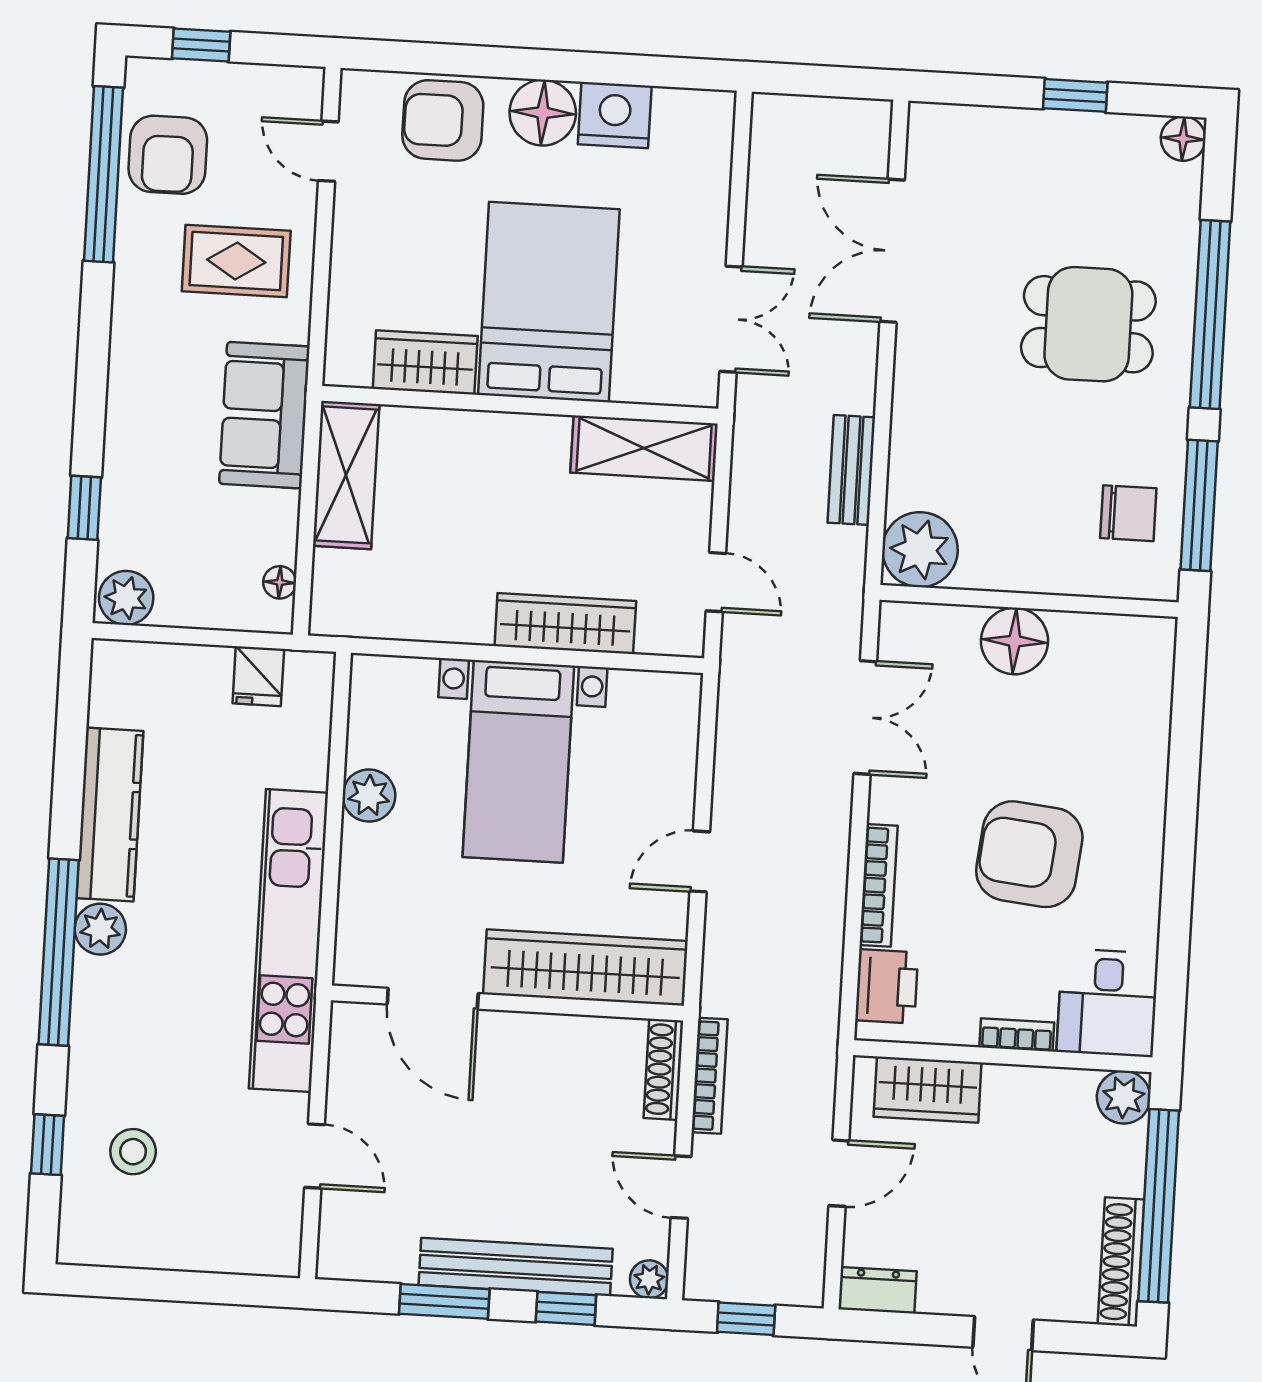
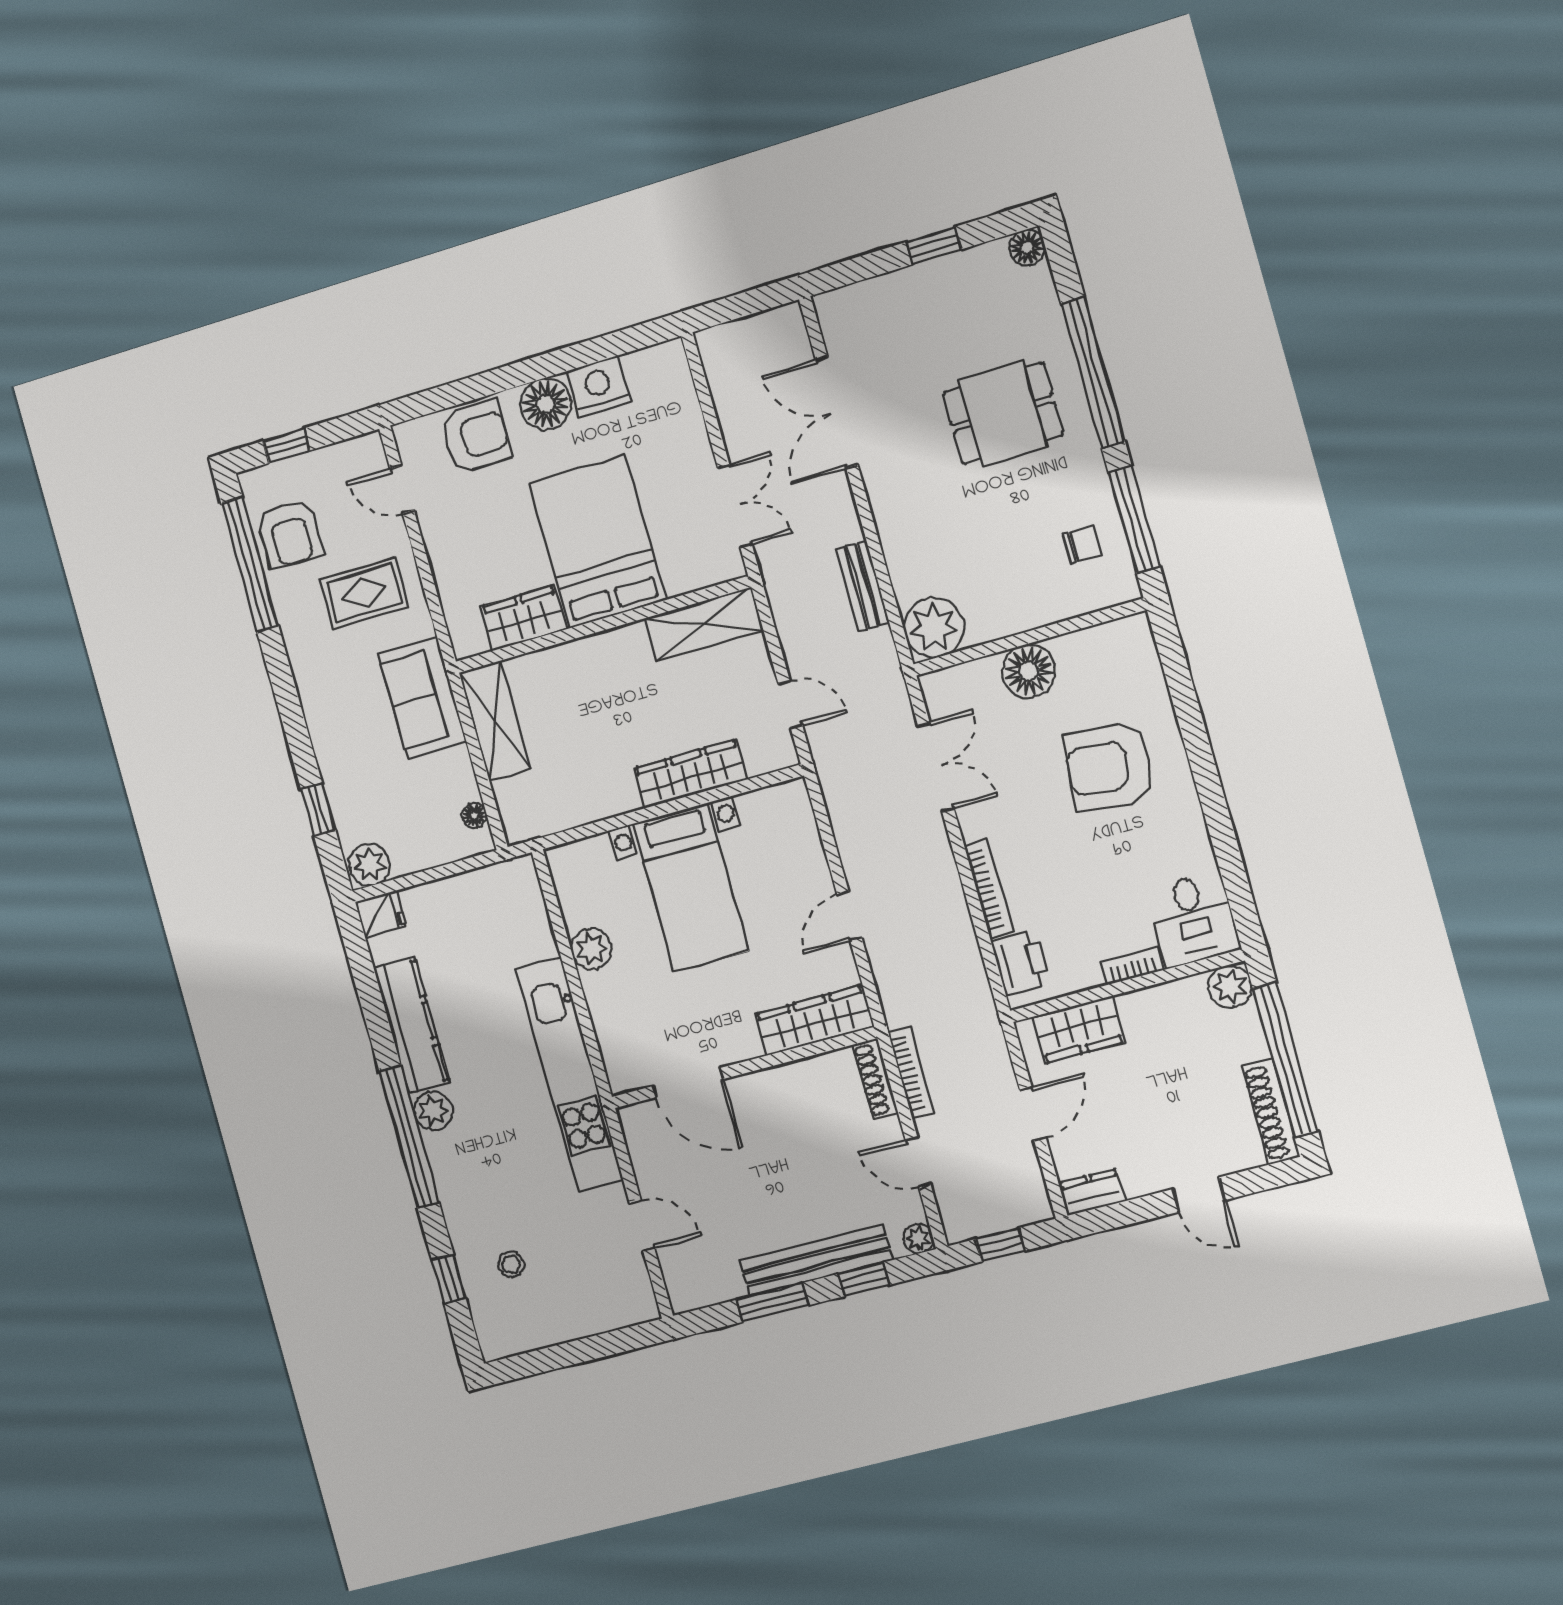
armchair: (443, 120) -> (476, 437), turned 180
chair: (1128, 513) -> (1082, 545), width x0.73, depth x0.73
fridge: (258, 676) -> (381, 914), moved, turned -90
armchair: (1029, 854) -> (1109, 767), moved
wardrobe: (585, 968) -> (814, 1020), width x0.71, depth x0.85
stool: (133, 1152) -> (511, 1264), width x0.73, depth x0.73

